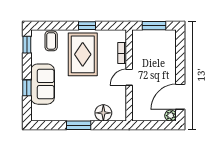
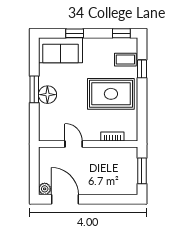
window: (87, 26) -> (142, 69), moved
door: (129, 77) -> (74, 144), moved
sofa: (43, 84) -> (60, 50), moved
floor lamp: (103, 113) -> (47, 95), moved

